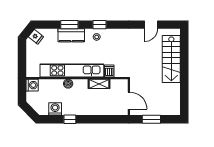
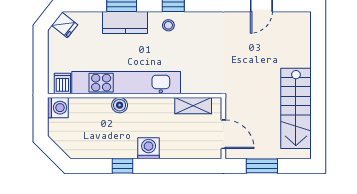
stairs: (171, 59) -> (296, 108), moved
dishwasher: (109, 71) -> (62, 83), moved
shelving: (99, 84) -> (193, 106), moved
washing machine: (55, 109) -> (149, 148), moved

